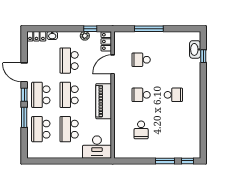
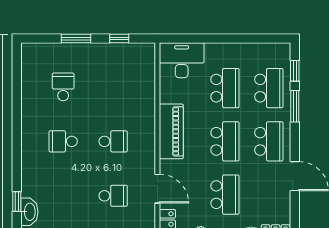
door: (113, 64) -> (157, 189), hinge flipped
window: (24, 95) -> (295, 71), moved
school desk: (141, 130) -> (63, 87), moved
window: (188, 161) -> (119, 39), moved

